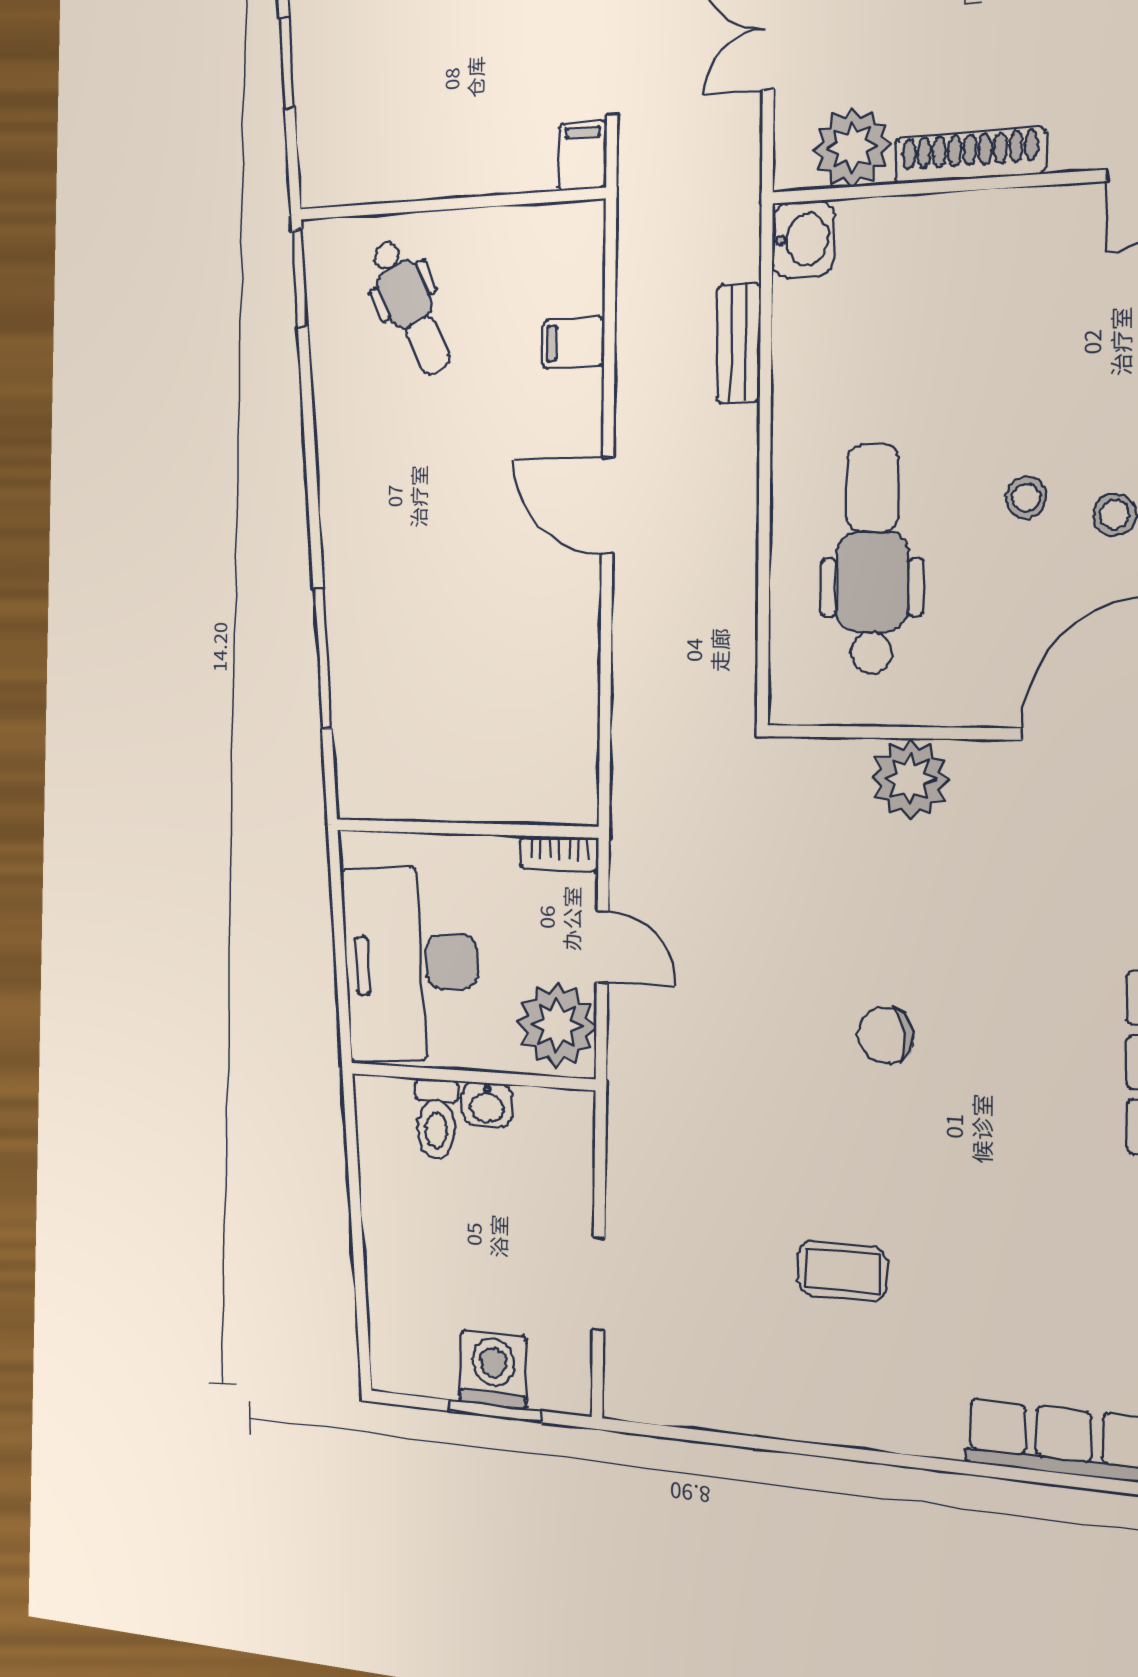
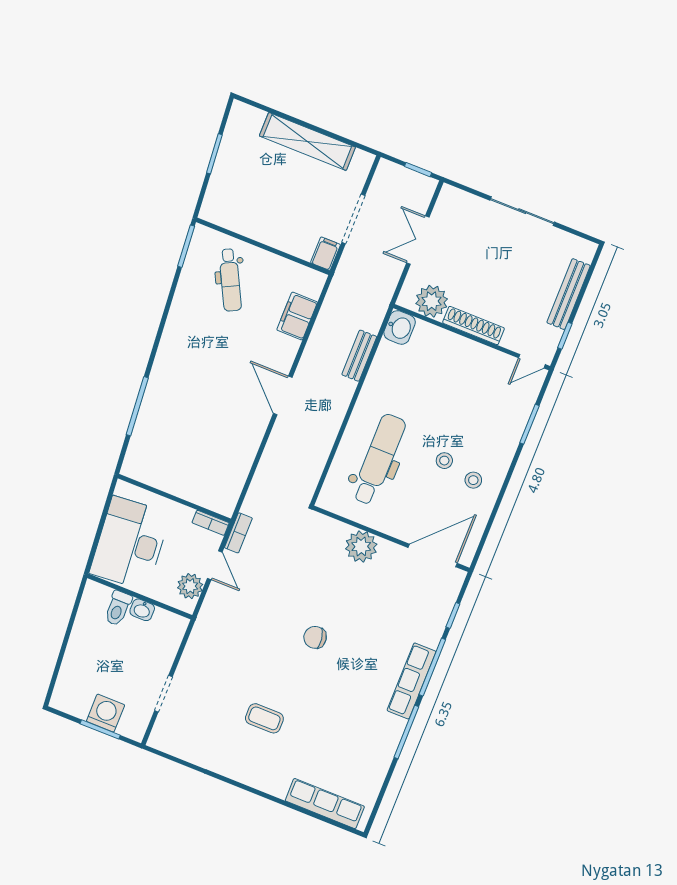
filing cabinet: (573, 343) -> (297, 316), width x2.00
bookcase: (626, 853) -> (238, 533), added
plant: (557, 1025) -> (190, 586), width x0.73, depth x0.73

